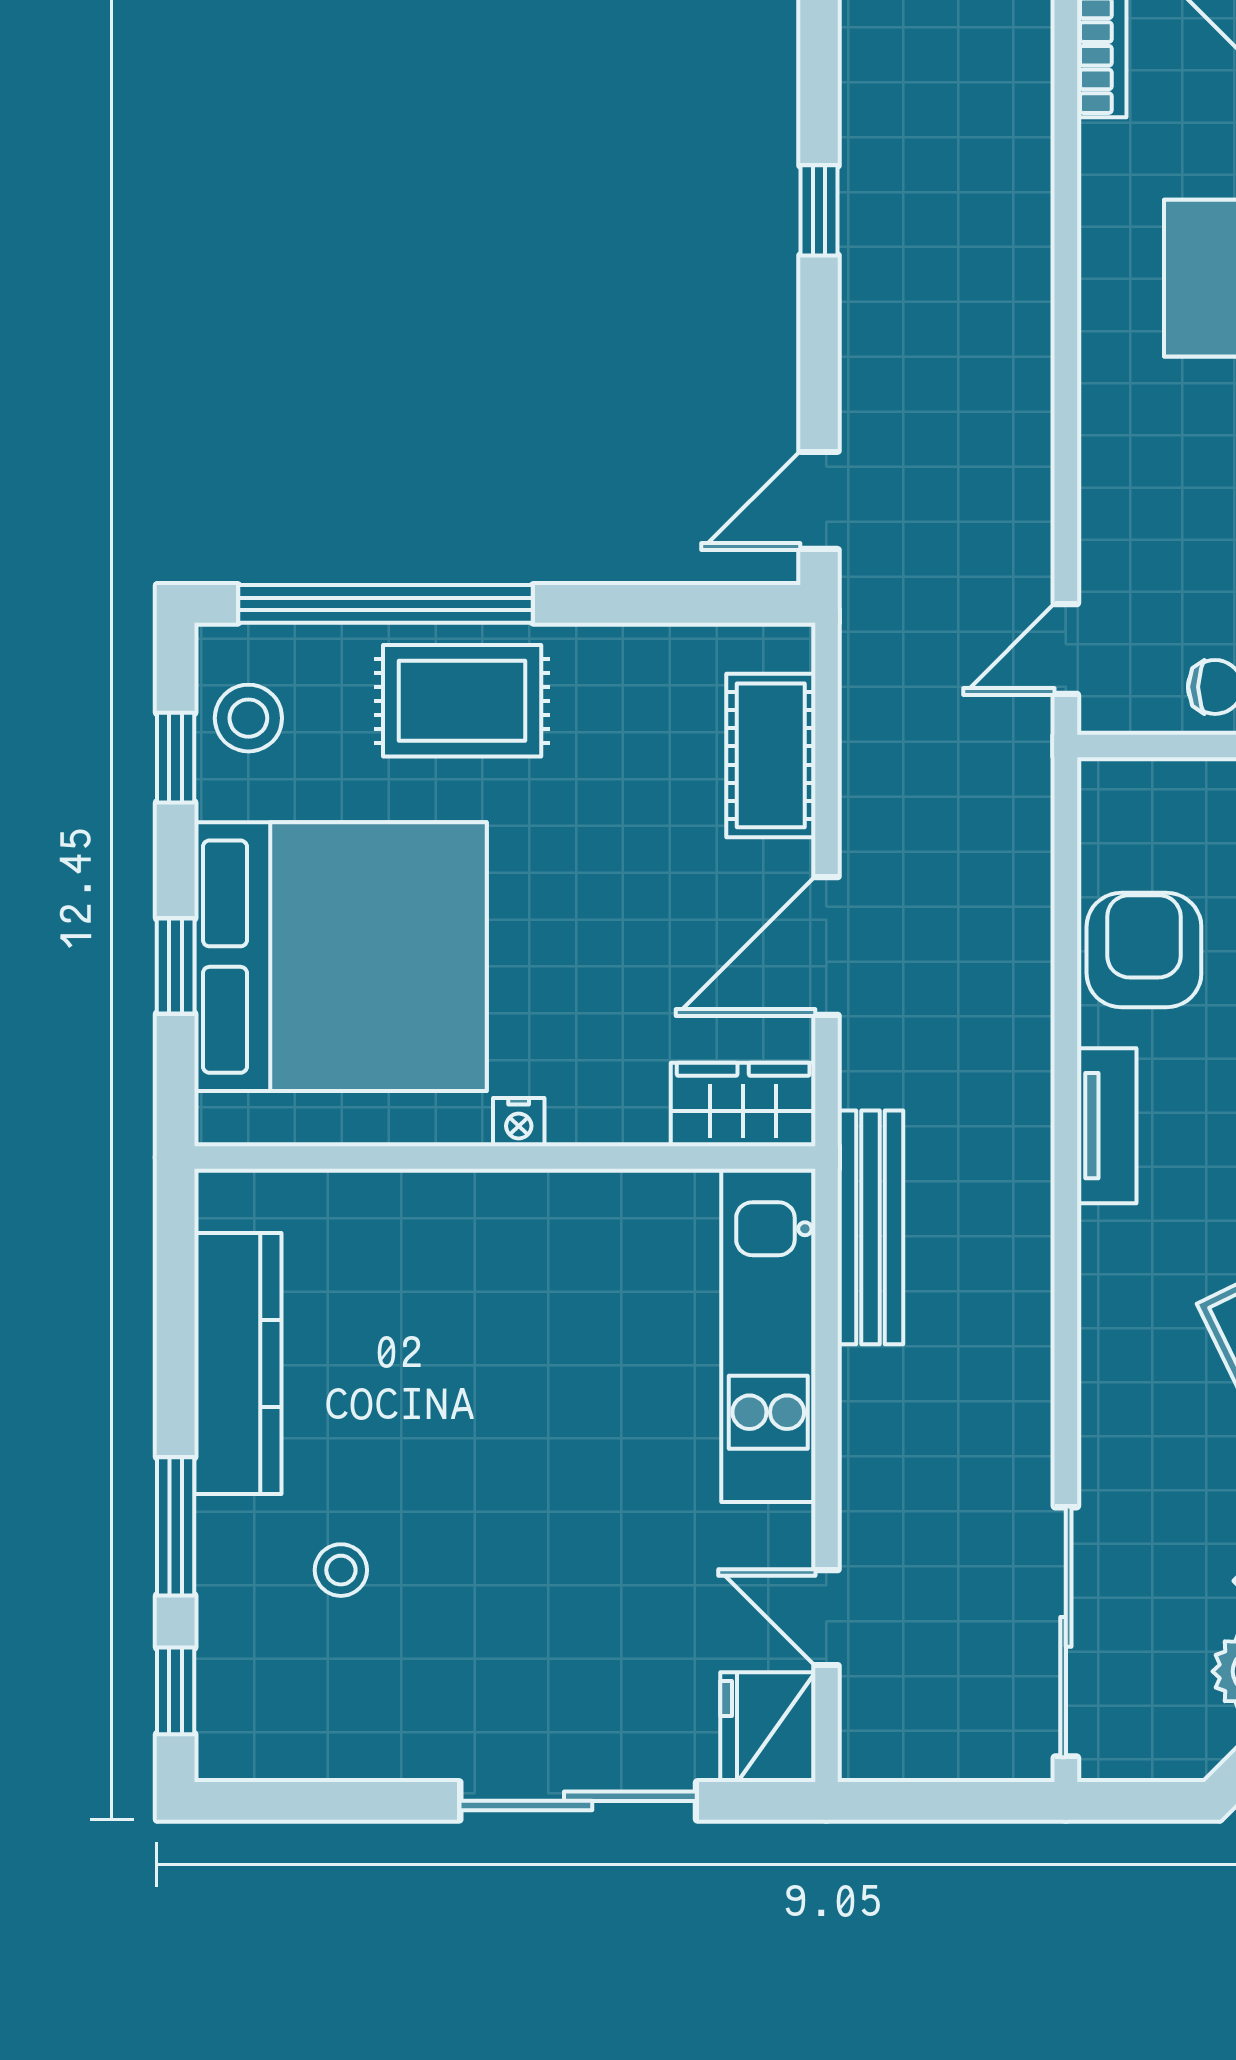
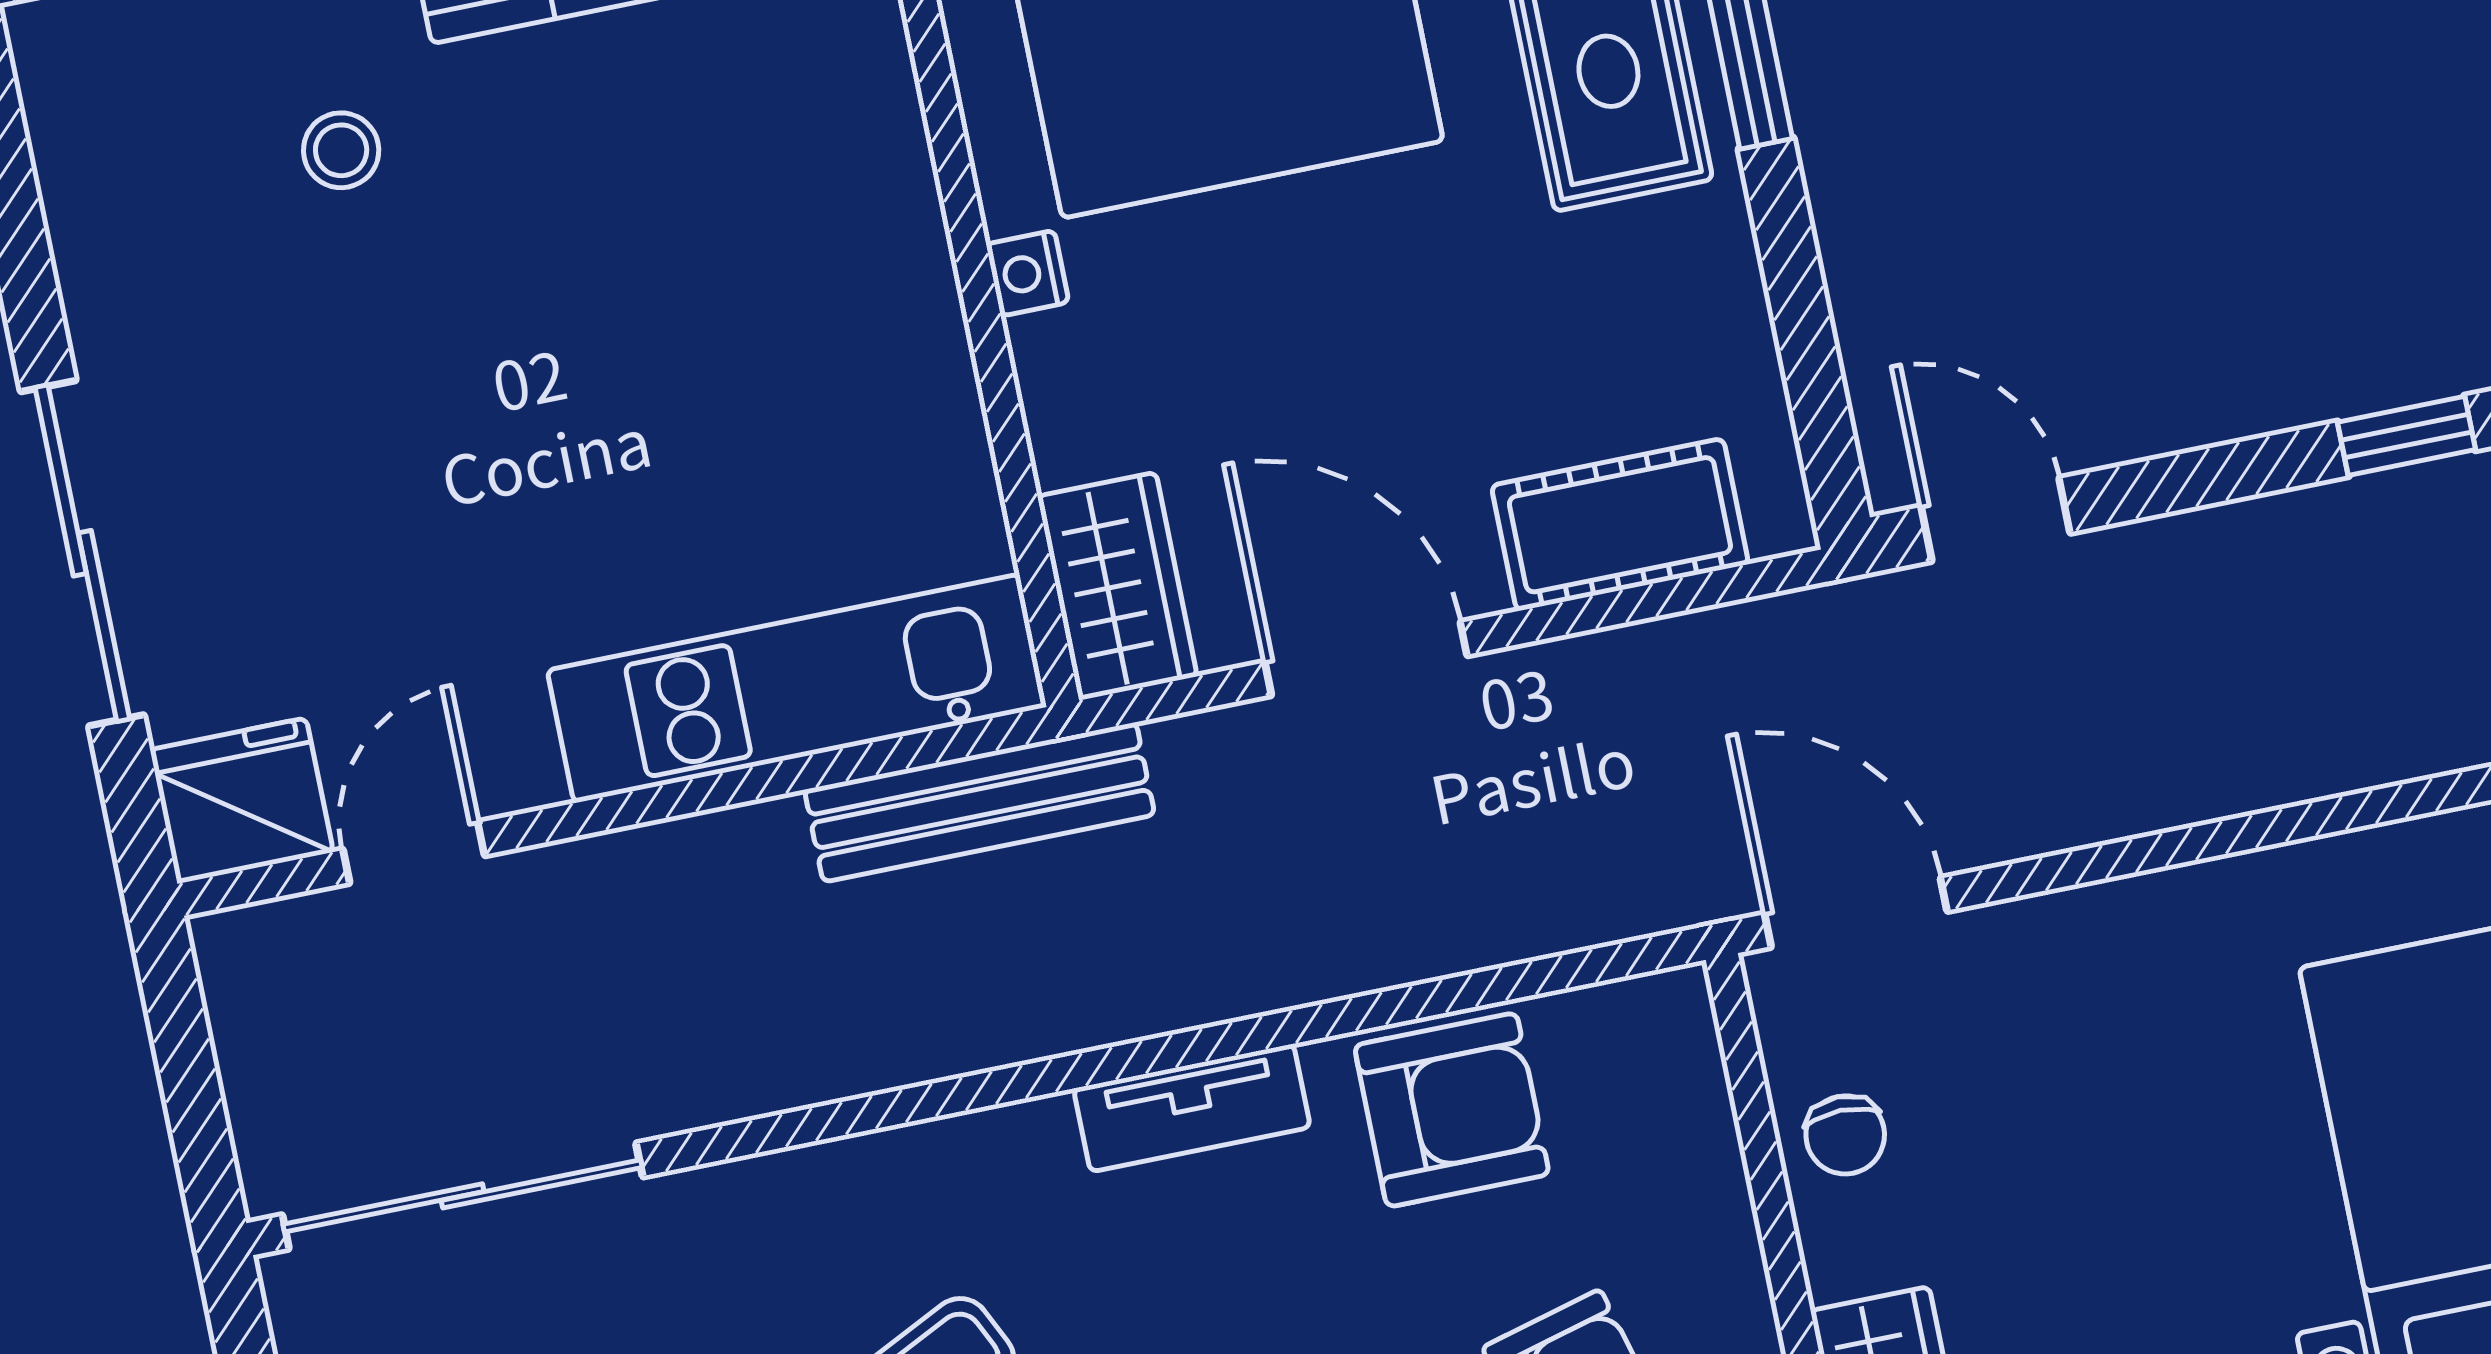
door: (1066, 649) -> (1856, 912), width x1.38

